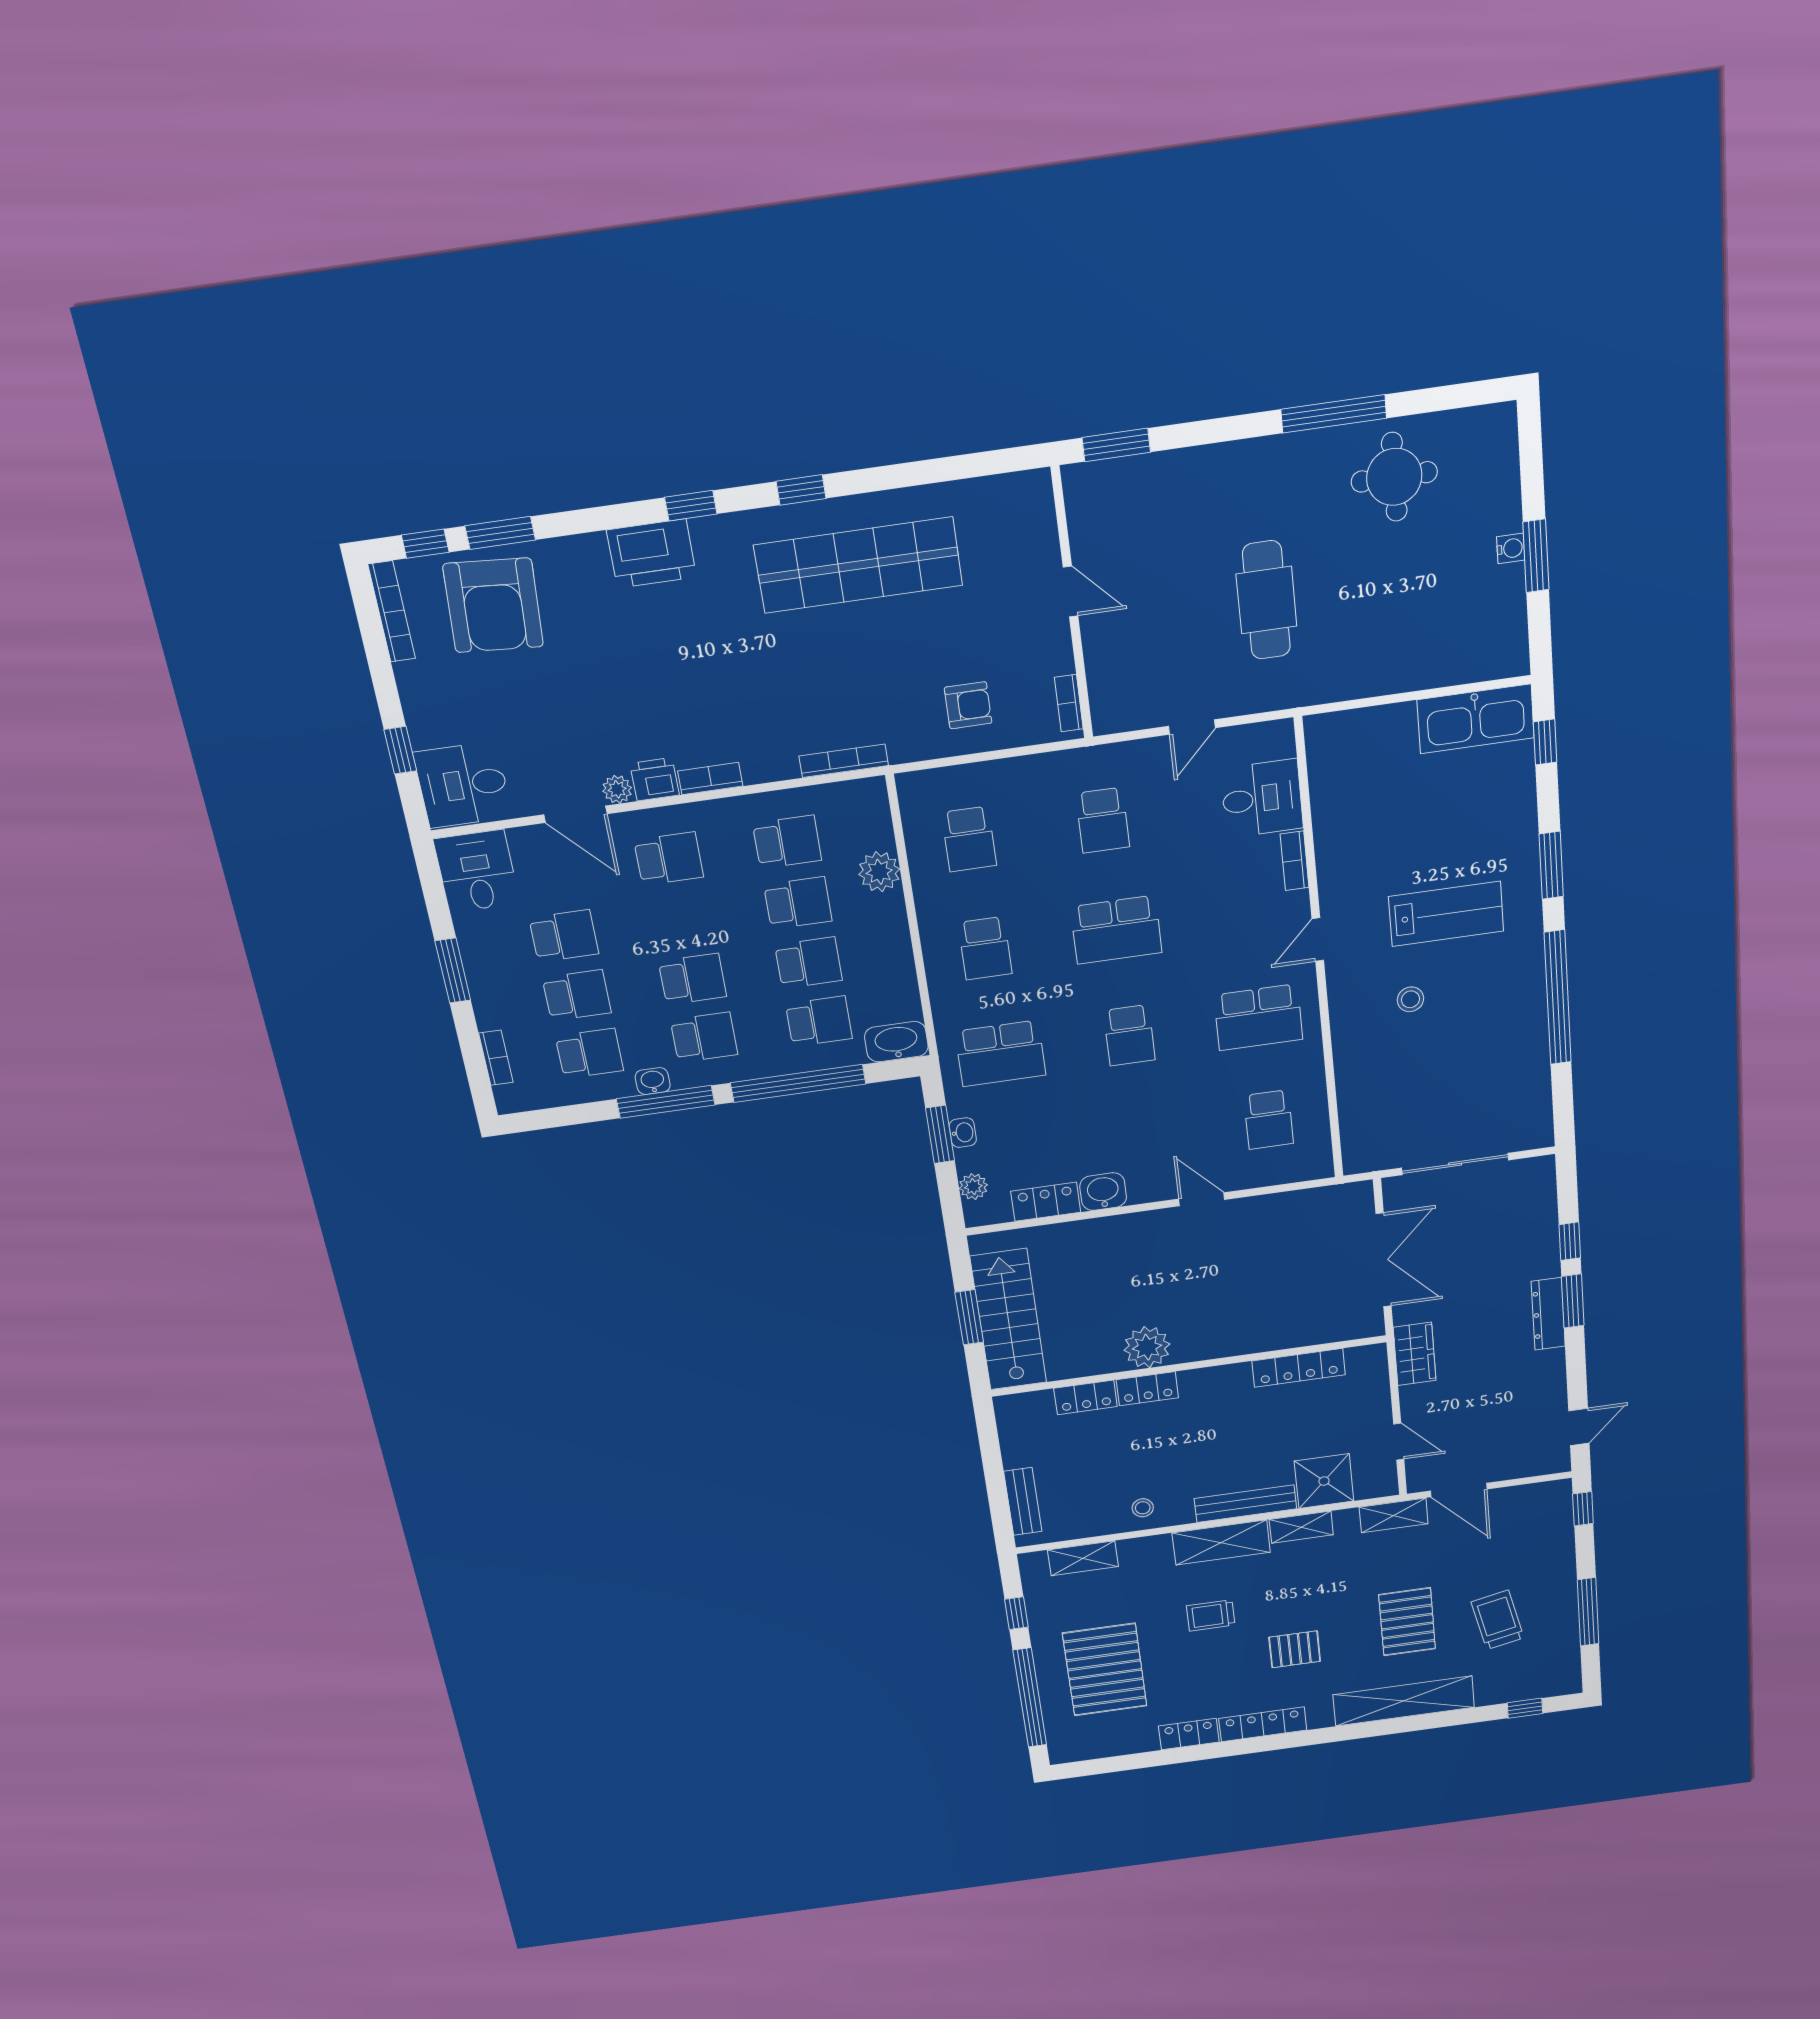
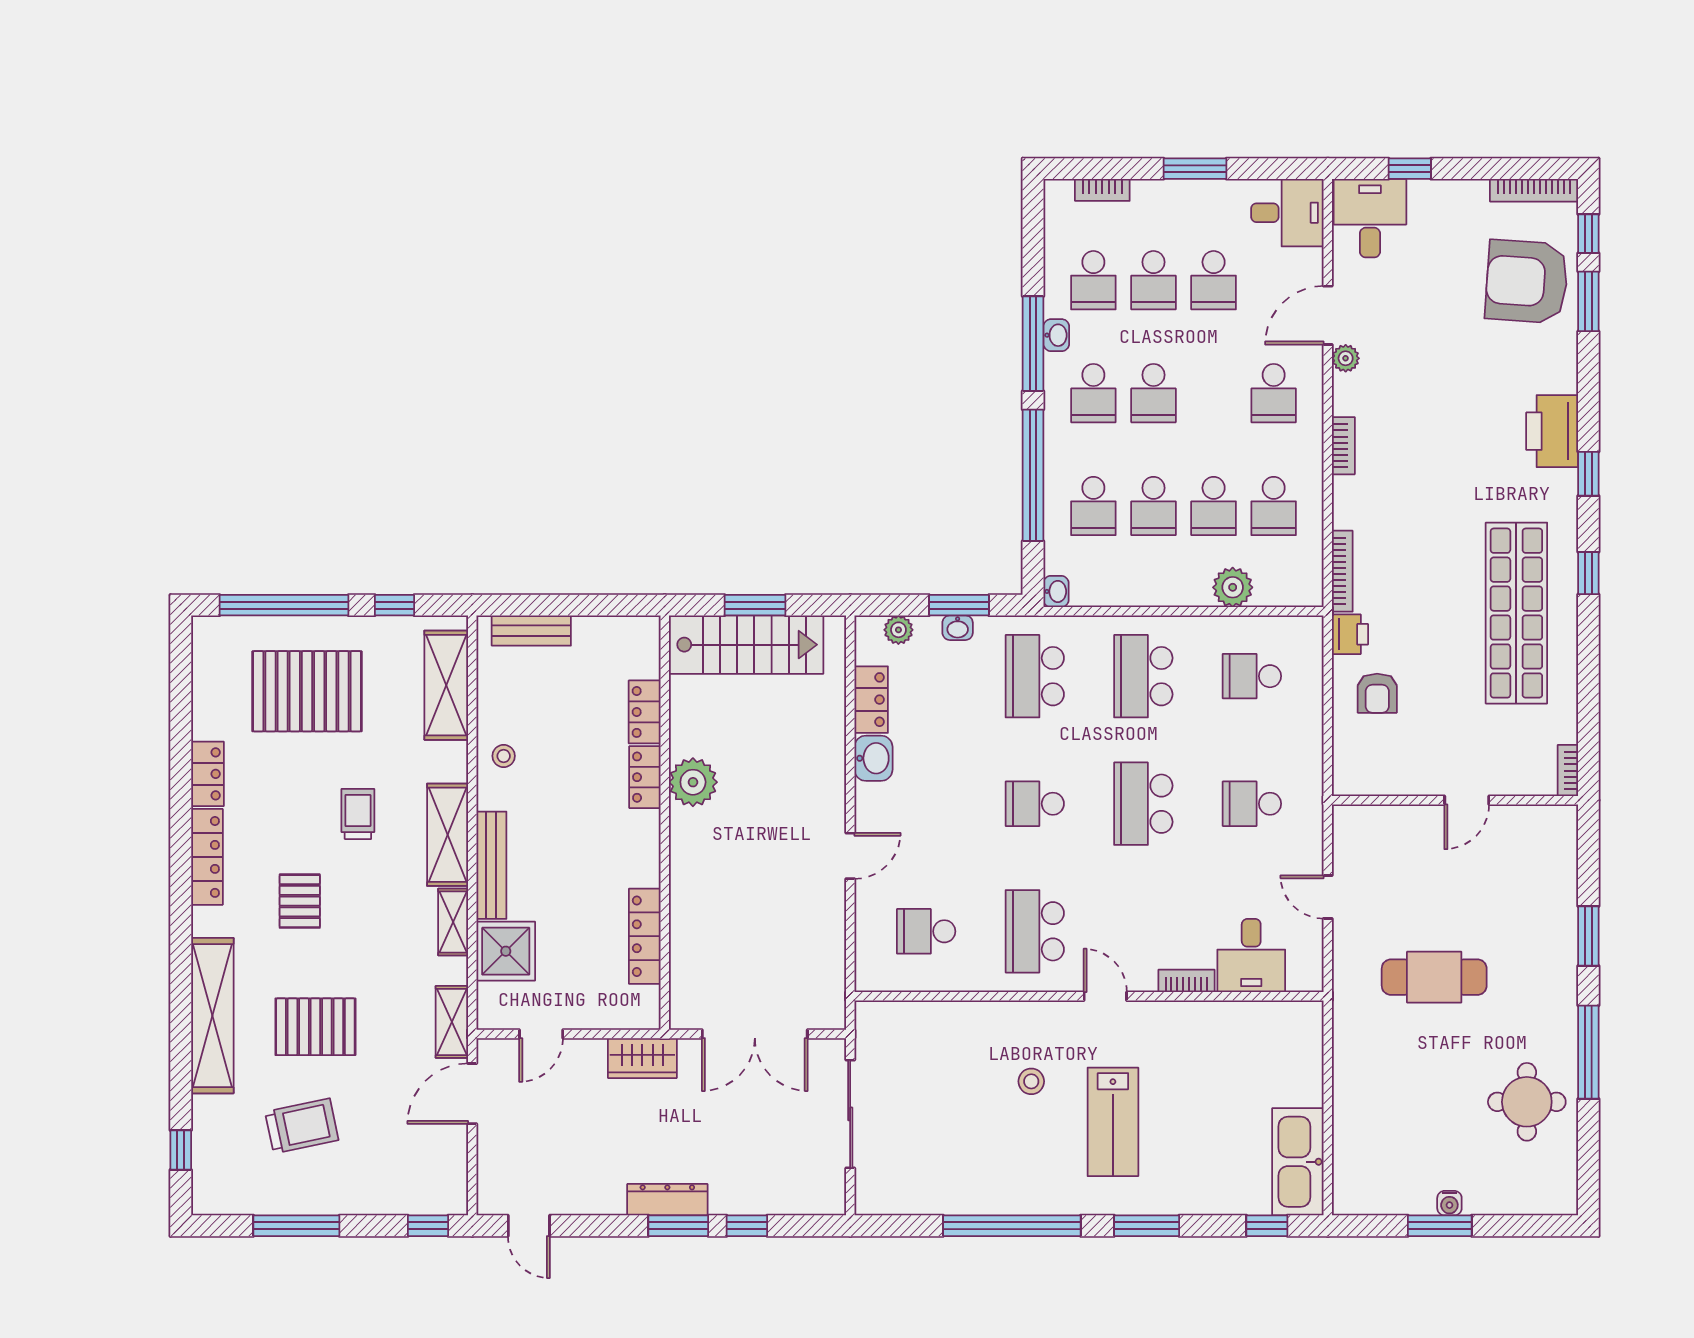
window: (1116, 445) -> (1588, 936), moved
bookcase: (1069, 703) -> (1568, 771), moved, turned -90
printer: (655, 779) -> (1350, 634), moved
school desk: (985, 948) -> (1143, 676), width x1.85
washbasin: (896, 1042) -> (1056, 591), width x0.52, depth x0.69
shelving: (1083, 1558) -> (446, 685), width x1.50, depth x1.33

